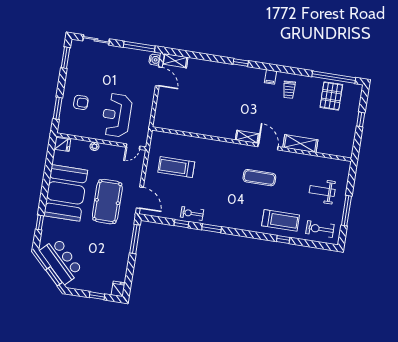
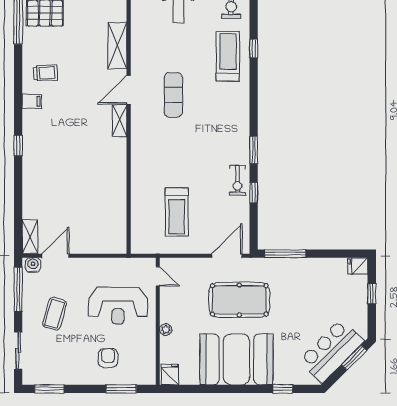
coffee table: (118, 70) -> (55, 314), added

